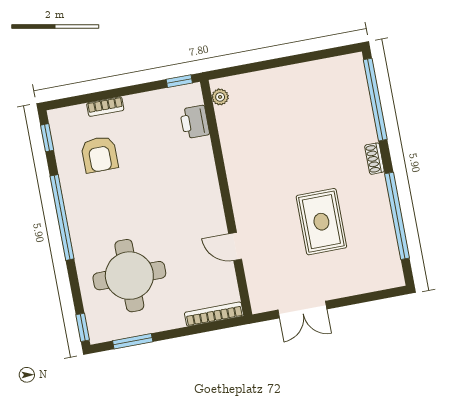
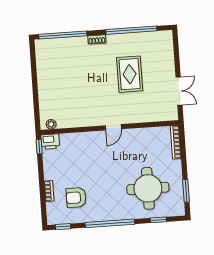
printer: (195, 122) -> (50, 142), moved
armchair: (99, 154) -> (76, 198), turned 180
rug: (321, 222) -> (130, 74), turned 90
door: (235, 246) -> (113, 127), moved
window: (83, 327) -> (158, 220), moved

